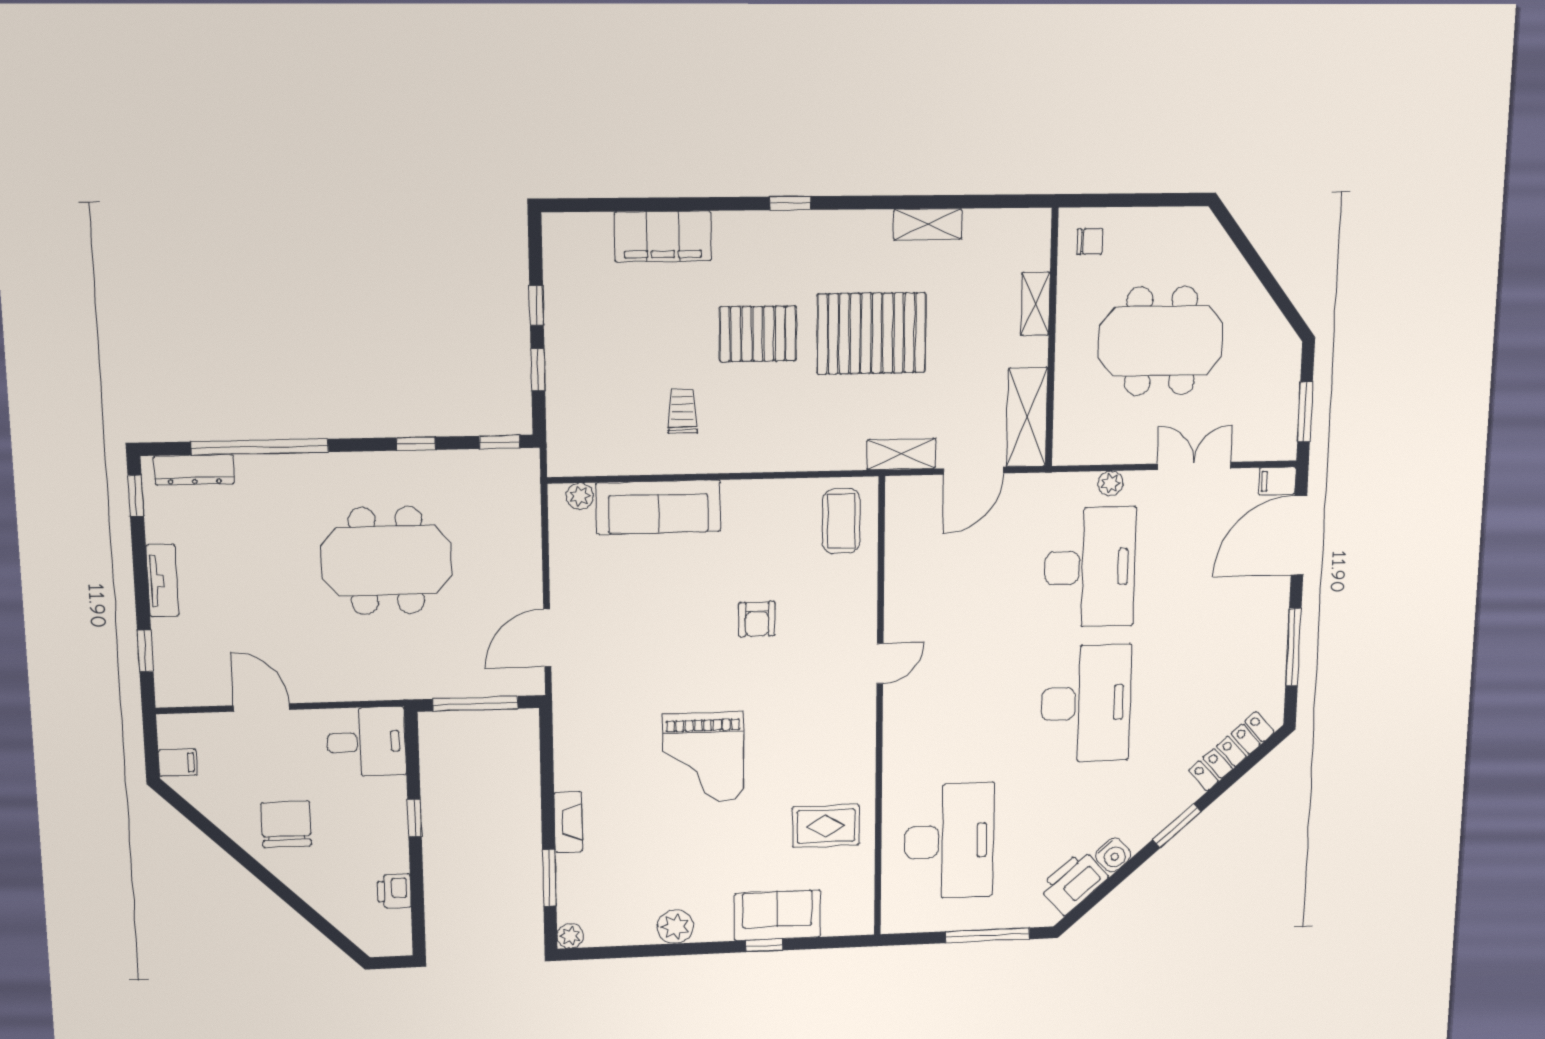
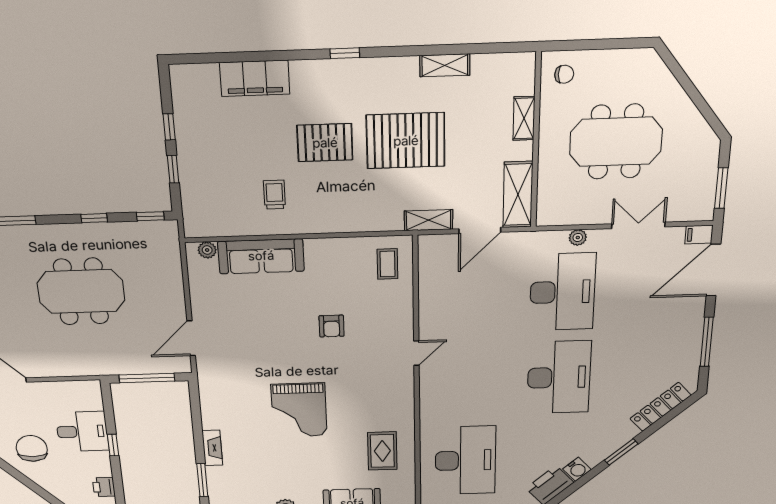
coffee table: (841, 521) -> (387, 264), width x0.73, depth x0.77
desk: (366, 742) -> (82, 432), moved
rug: (826, 826) -> (382, 451), turned 90

